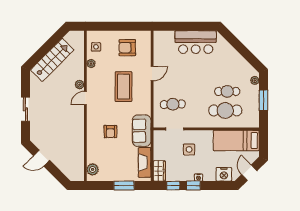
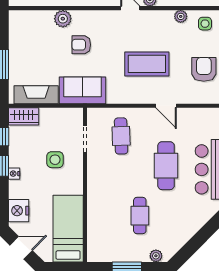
cafe table: (225, 110) -> (166, 166), moved
plant: (93, 169) -> (63, 19), moved

